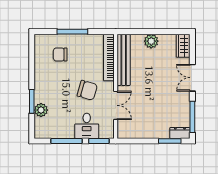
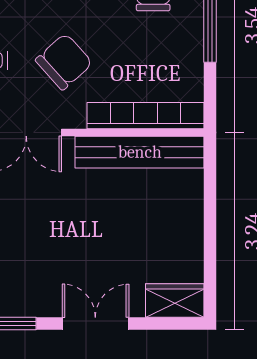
plant: (151, 41) -> (186, 221), removed
chair: (87, 90) -> (64, 62), turned -148

